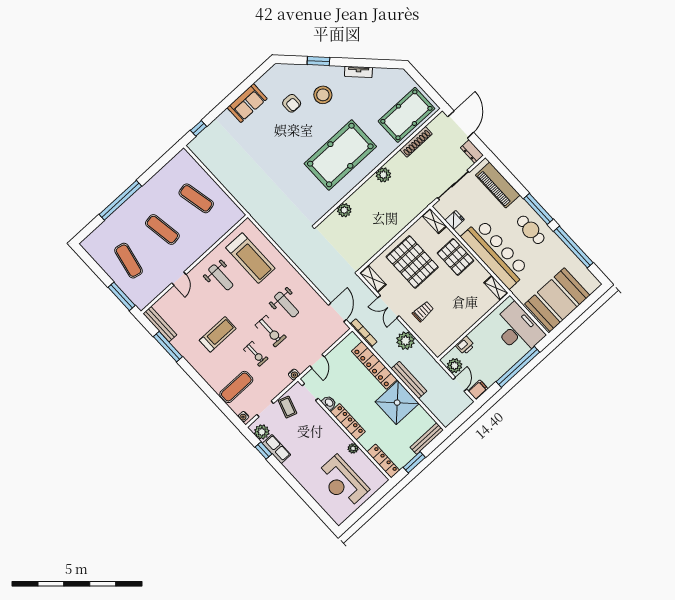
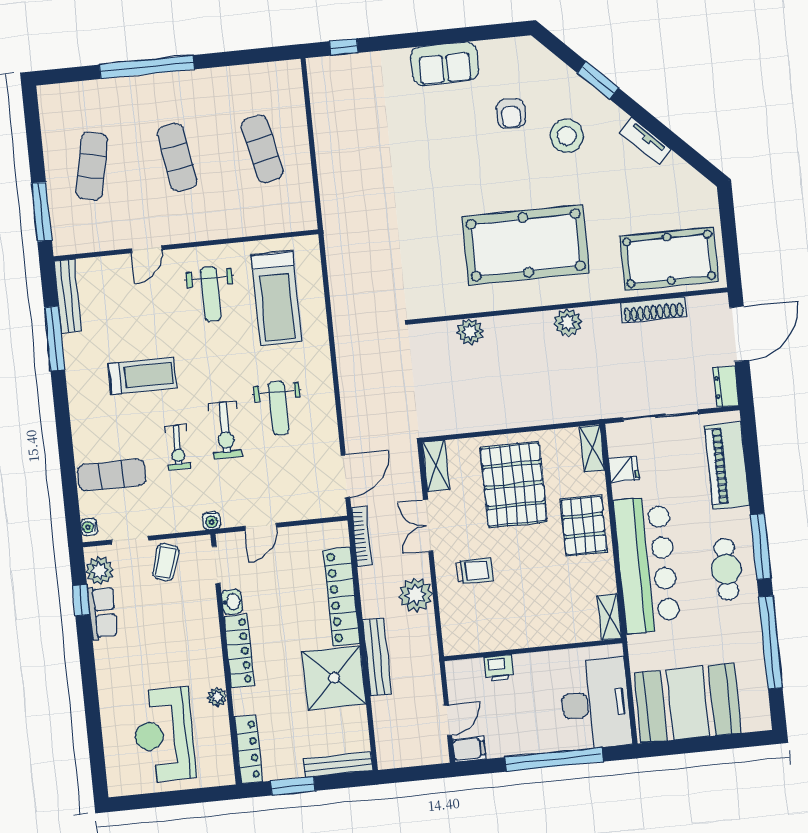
plant: (455, 366) -> (461, 687), removed

